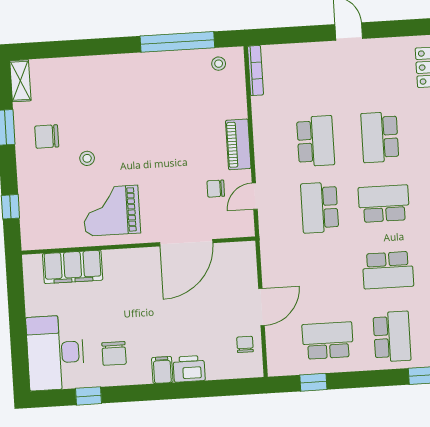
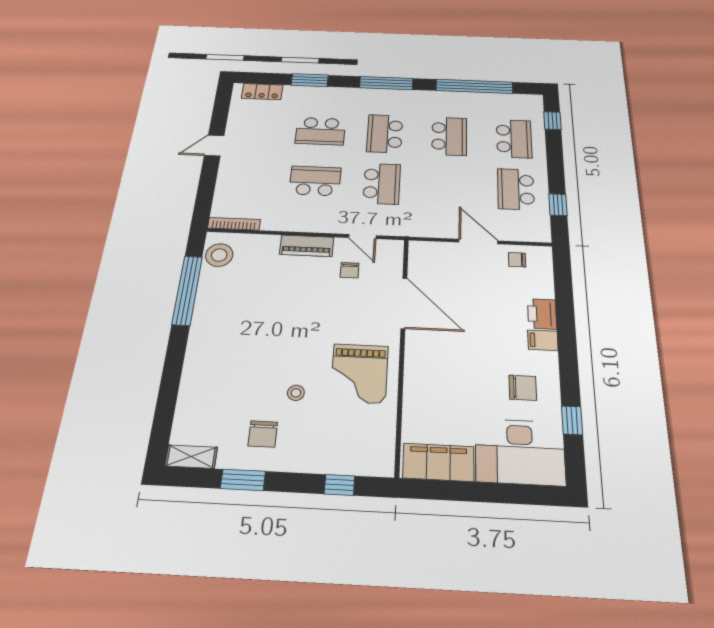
stool: (219, 64) -> (219, 255), width x1.89, depth x1.89
school desk: (320, 208) -> (382, 184), turned -90
filing cabinet: (73, 267) -> (438, 462), moved, turned -90
school desk: (392, 337) -> (514, 139), turned 90

